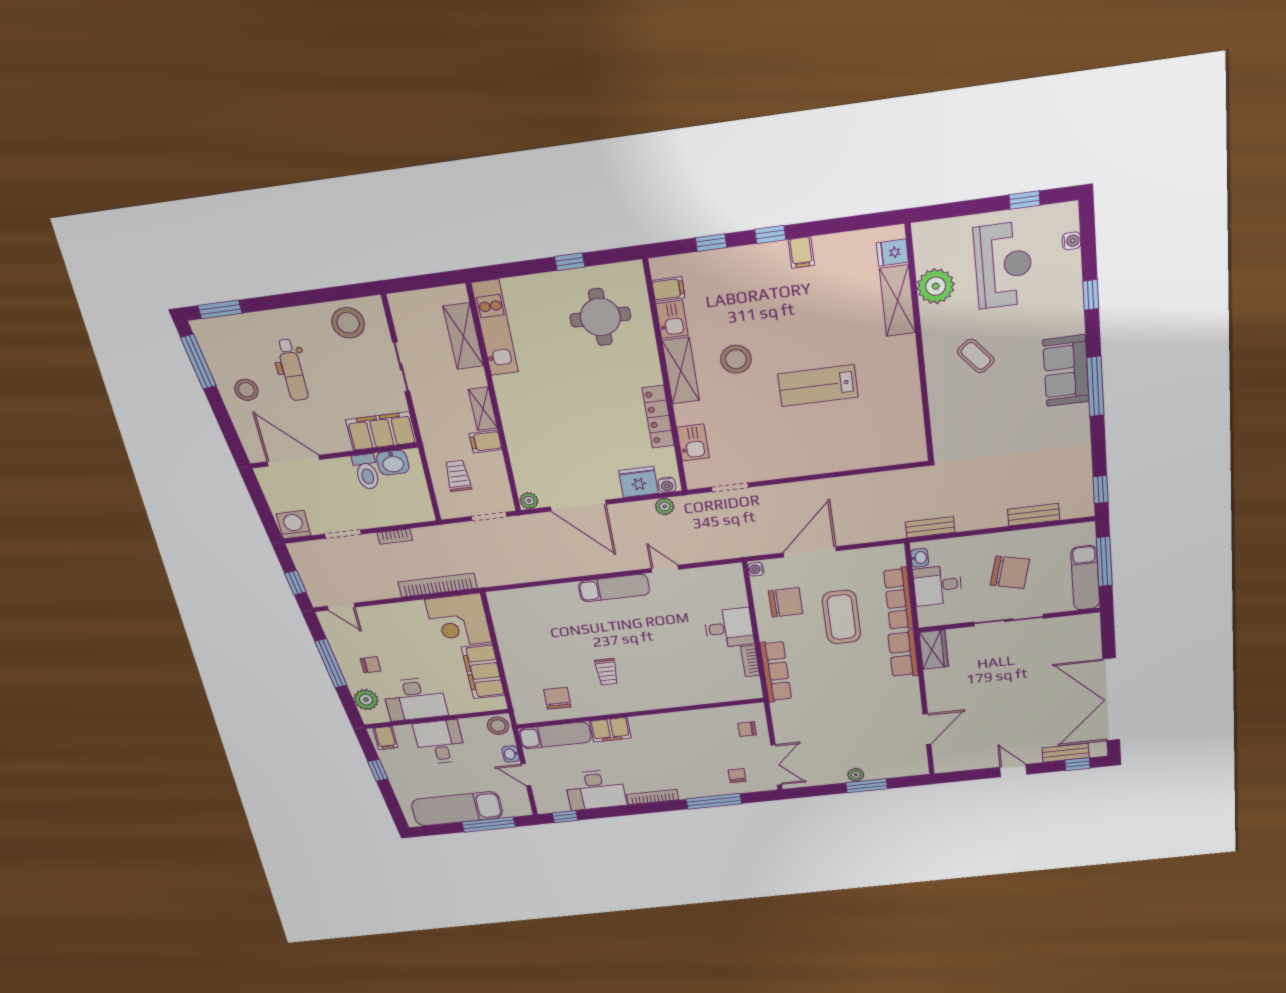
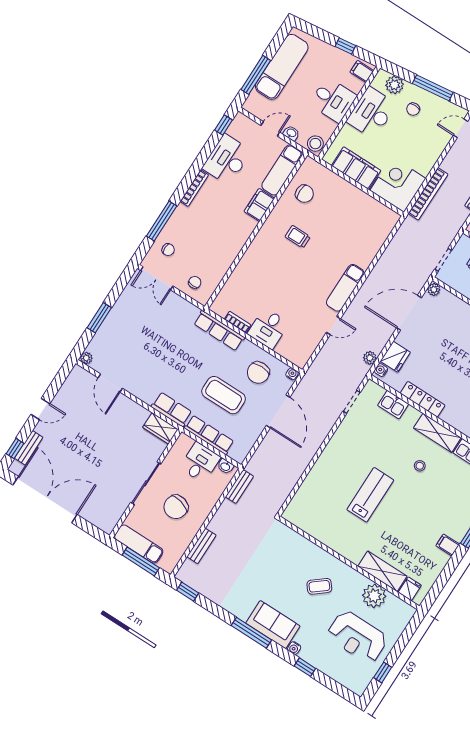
water cooler: (1071, 241) -> (294, 648), moved
stool: (736, 359) -> (420, 466), width x0.53, depth x0.53
plant: (856, 775) -> (86, 358), moved

